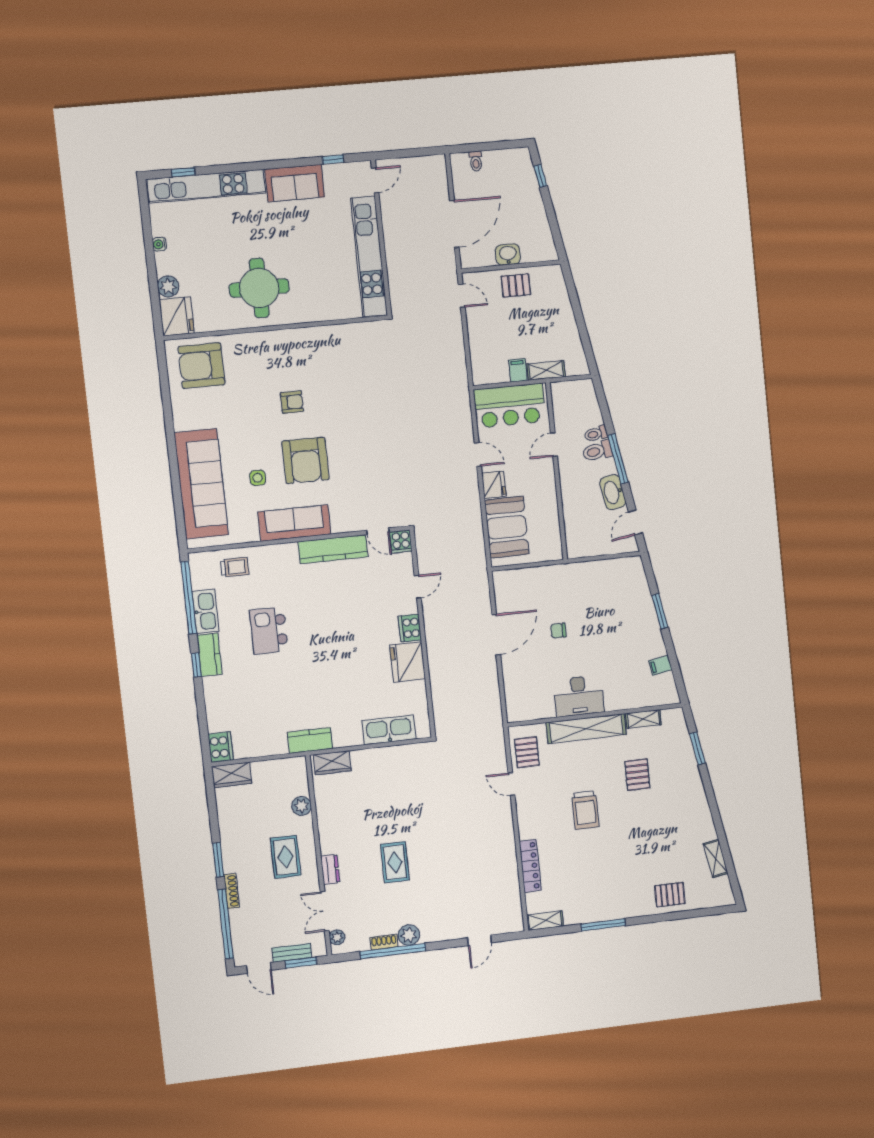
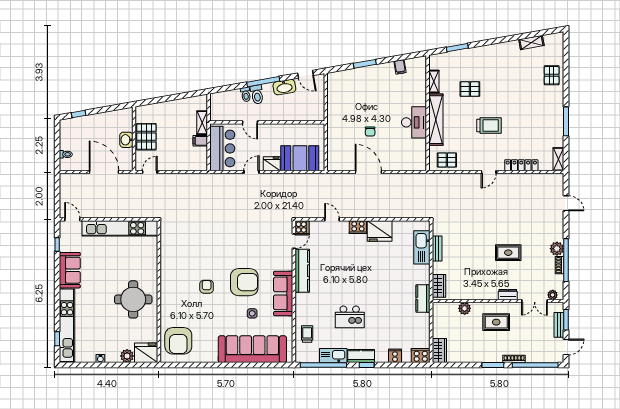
pallet: (516, 285) -> (146, 137), width x1.50, depth x1.42
cooker: (216, 707) -> (395, 356), added
bench: (390, 753) -> (437, 249), added
door: (511, 784) -> (489, 172), moved

